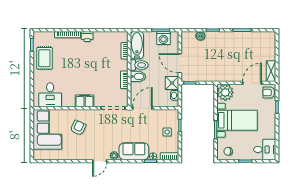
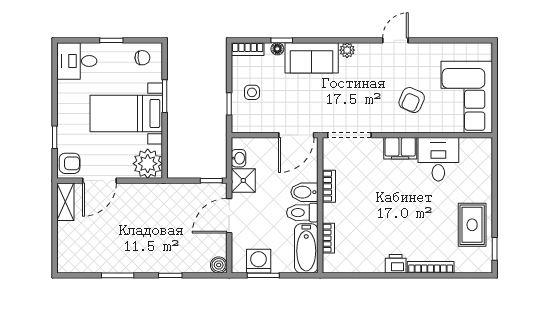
boiler: (200, 36) -> (219, 265), moved
door: (180, 63) -> (229, 216), swing flipped
desk: (50, 95) -> (438, 159), moved
door: (100, 161) -> (395, 40), moved

